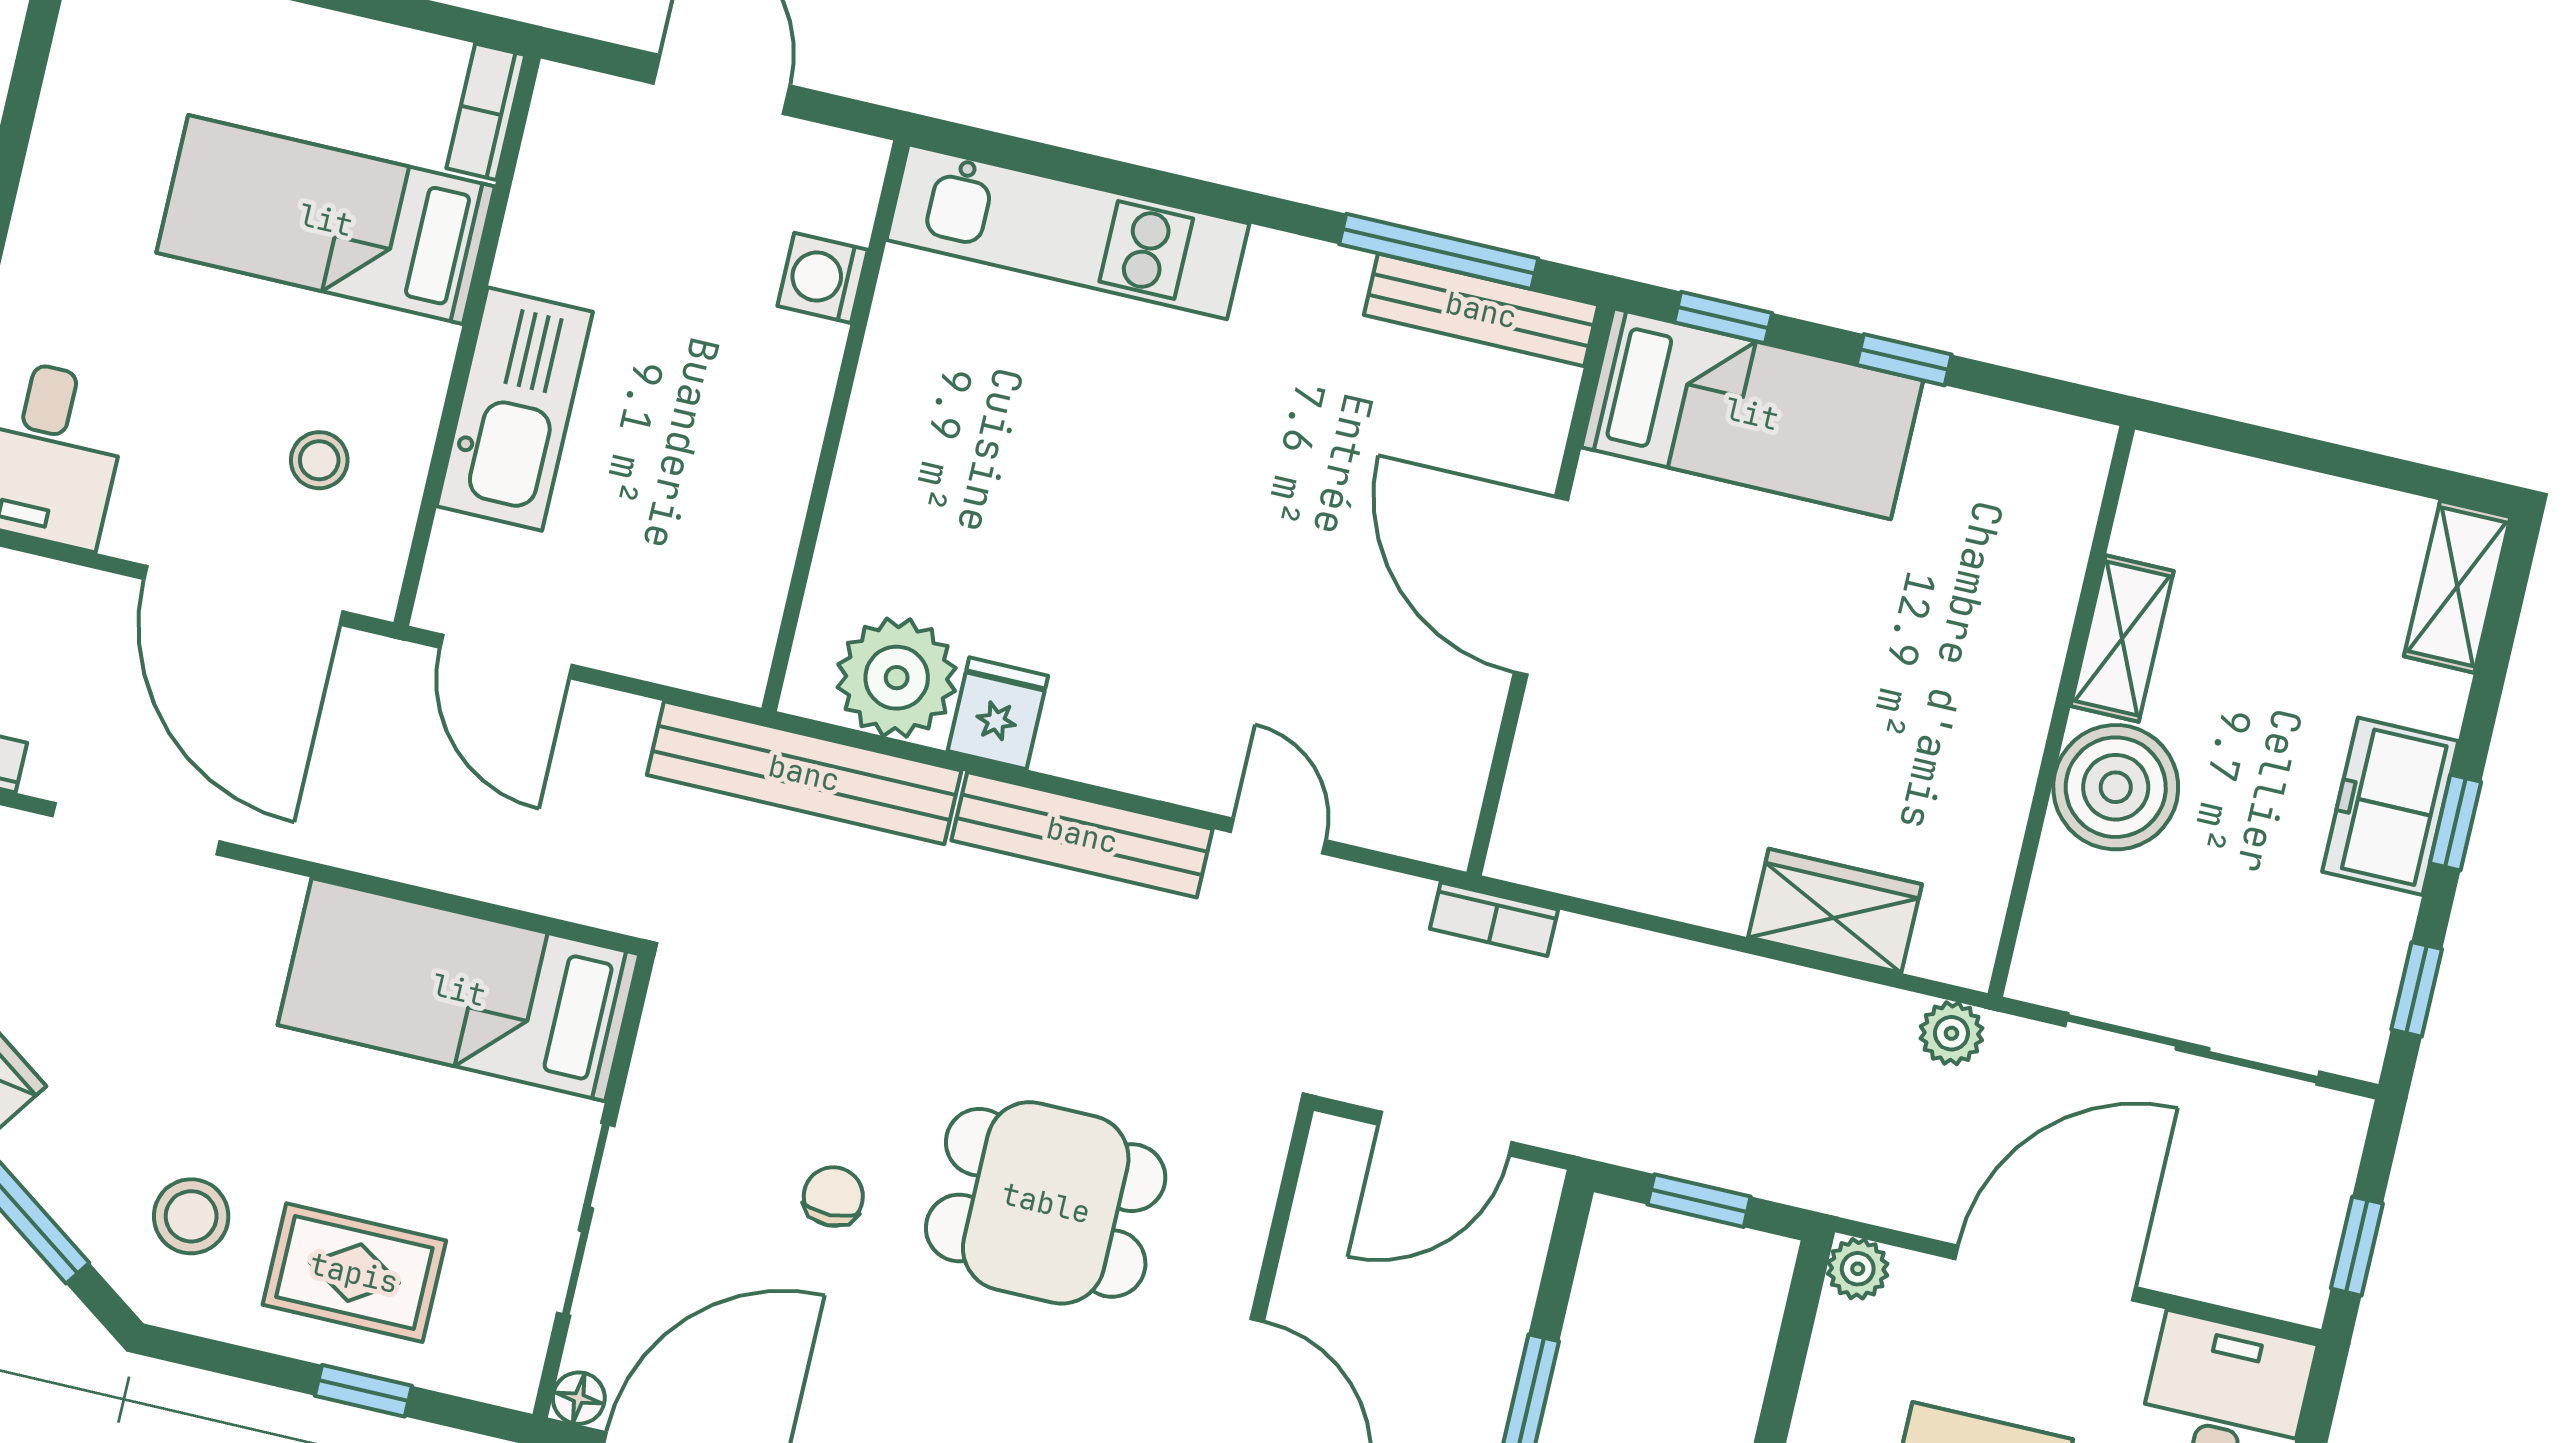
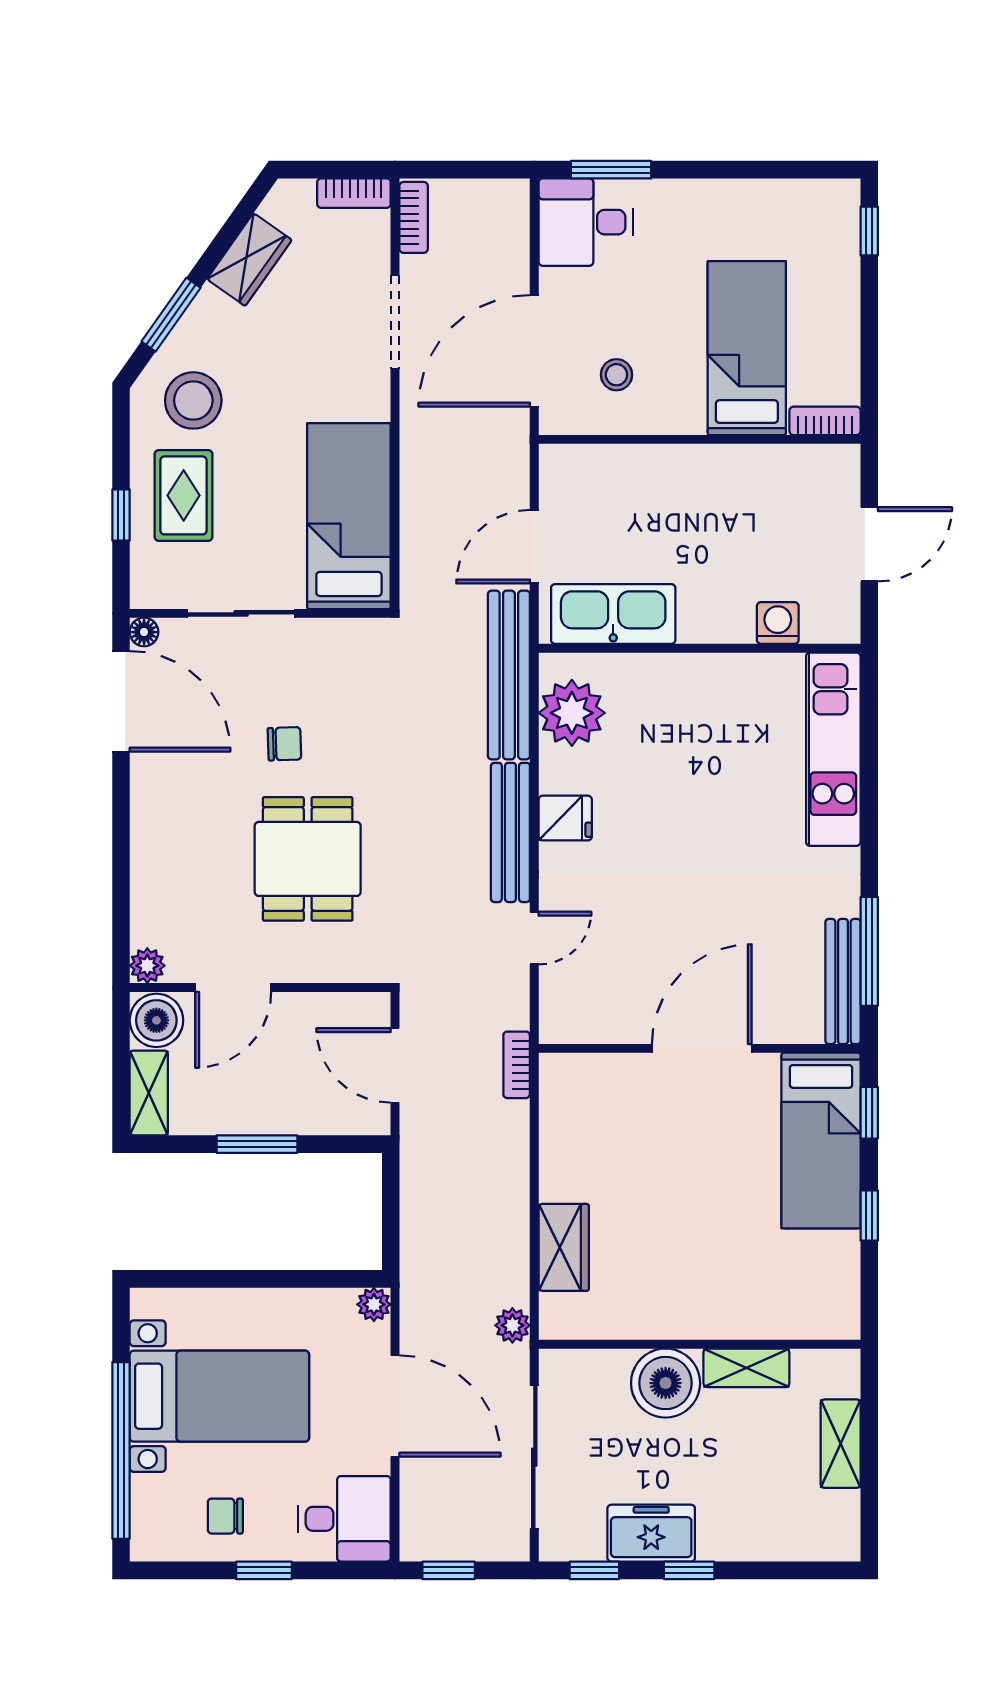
kitchen sink: (515, 409) -> (613, 614), moved, turned 180
shelving: (2457, 587) -> (841, 1444), moved, turned 90
door: (506, 656) -> (534, 547), moved
fridge: (998, 713) -> (565, 818), moved
freezer: (2390, 806) -> (651, 1533), moved
window: (1699, 1201) -> (391, 1210), removed
stool: (191, 1216) -> (193, 400), width x1.38, depth x1.38

